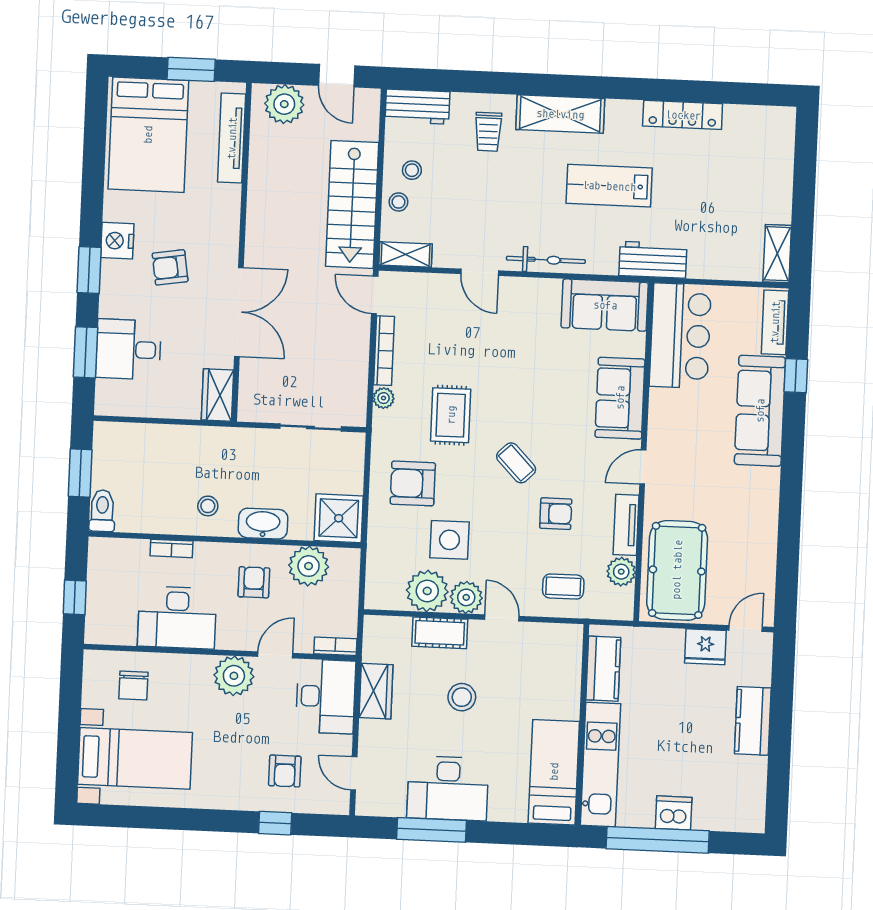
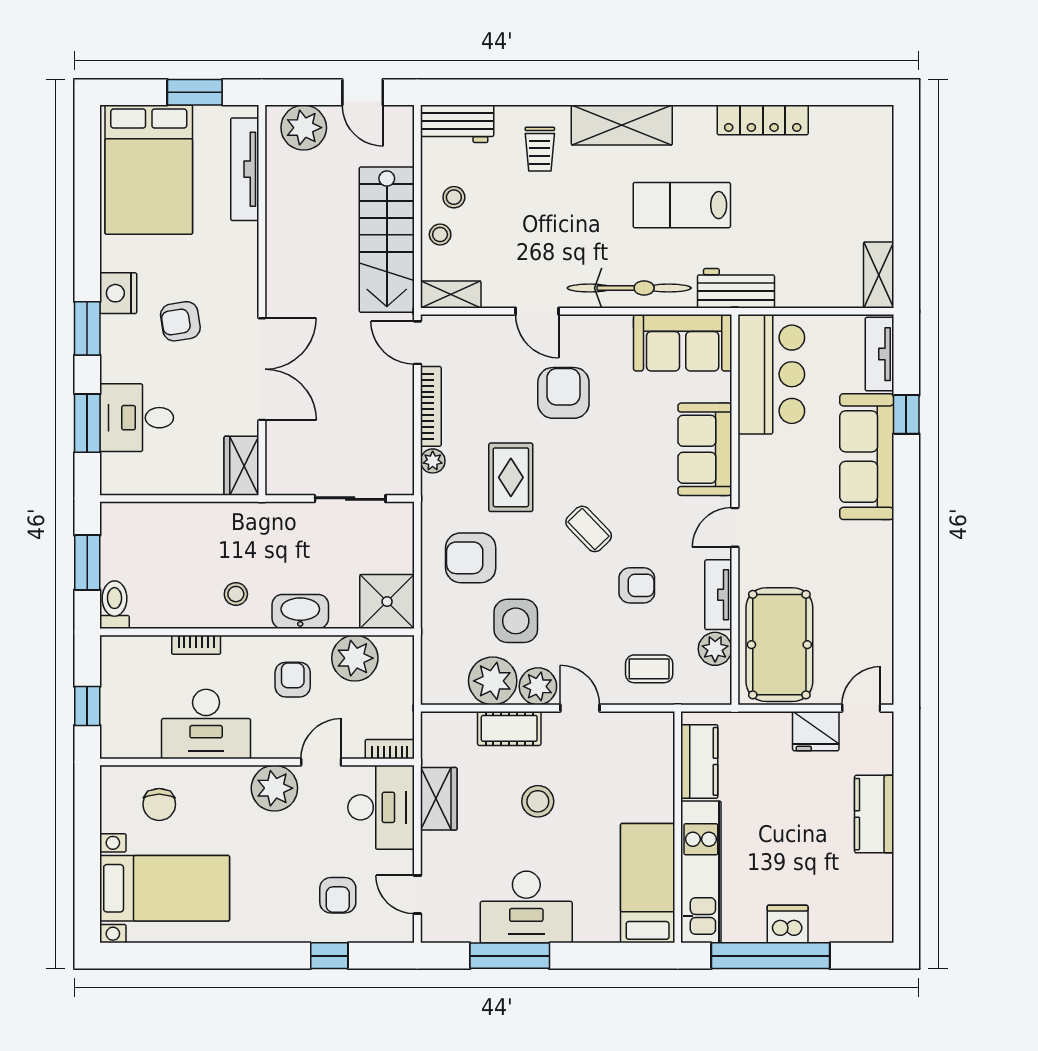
bicycle: (546, 260) -> (629, 288), width x1.37, depth x1.40
armchair: (499, 344) -> (563, 393), added

